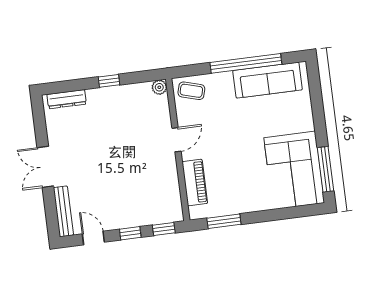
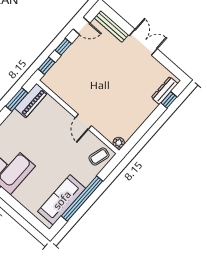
window: (109, 81) -> (169, 100), moved
piano: (195, 183) -> (31, 101), moved, turned -90

